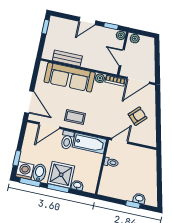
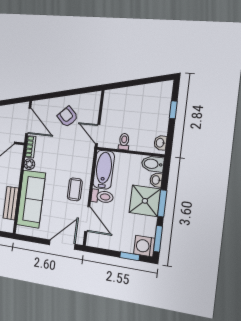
bidet: (39, 173) -> (153, 164), moved
washbasin: (139, 199) -> (160, 143), moved

